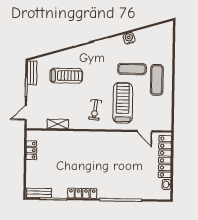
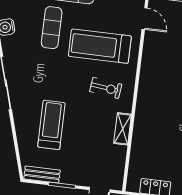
shelving: (58, 124) -> (123, 129), moved
door: (145, 131) -> (145, 19), hinge flipped

